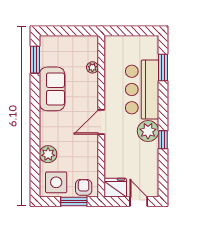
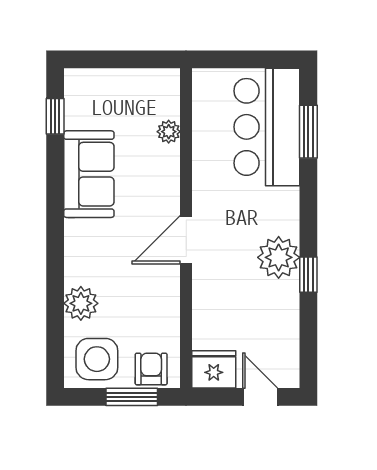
window: (35, 60) -> (55, 116), width x0.67
bar counter: (142, 89) -> (267, 127), moved

